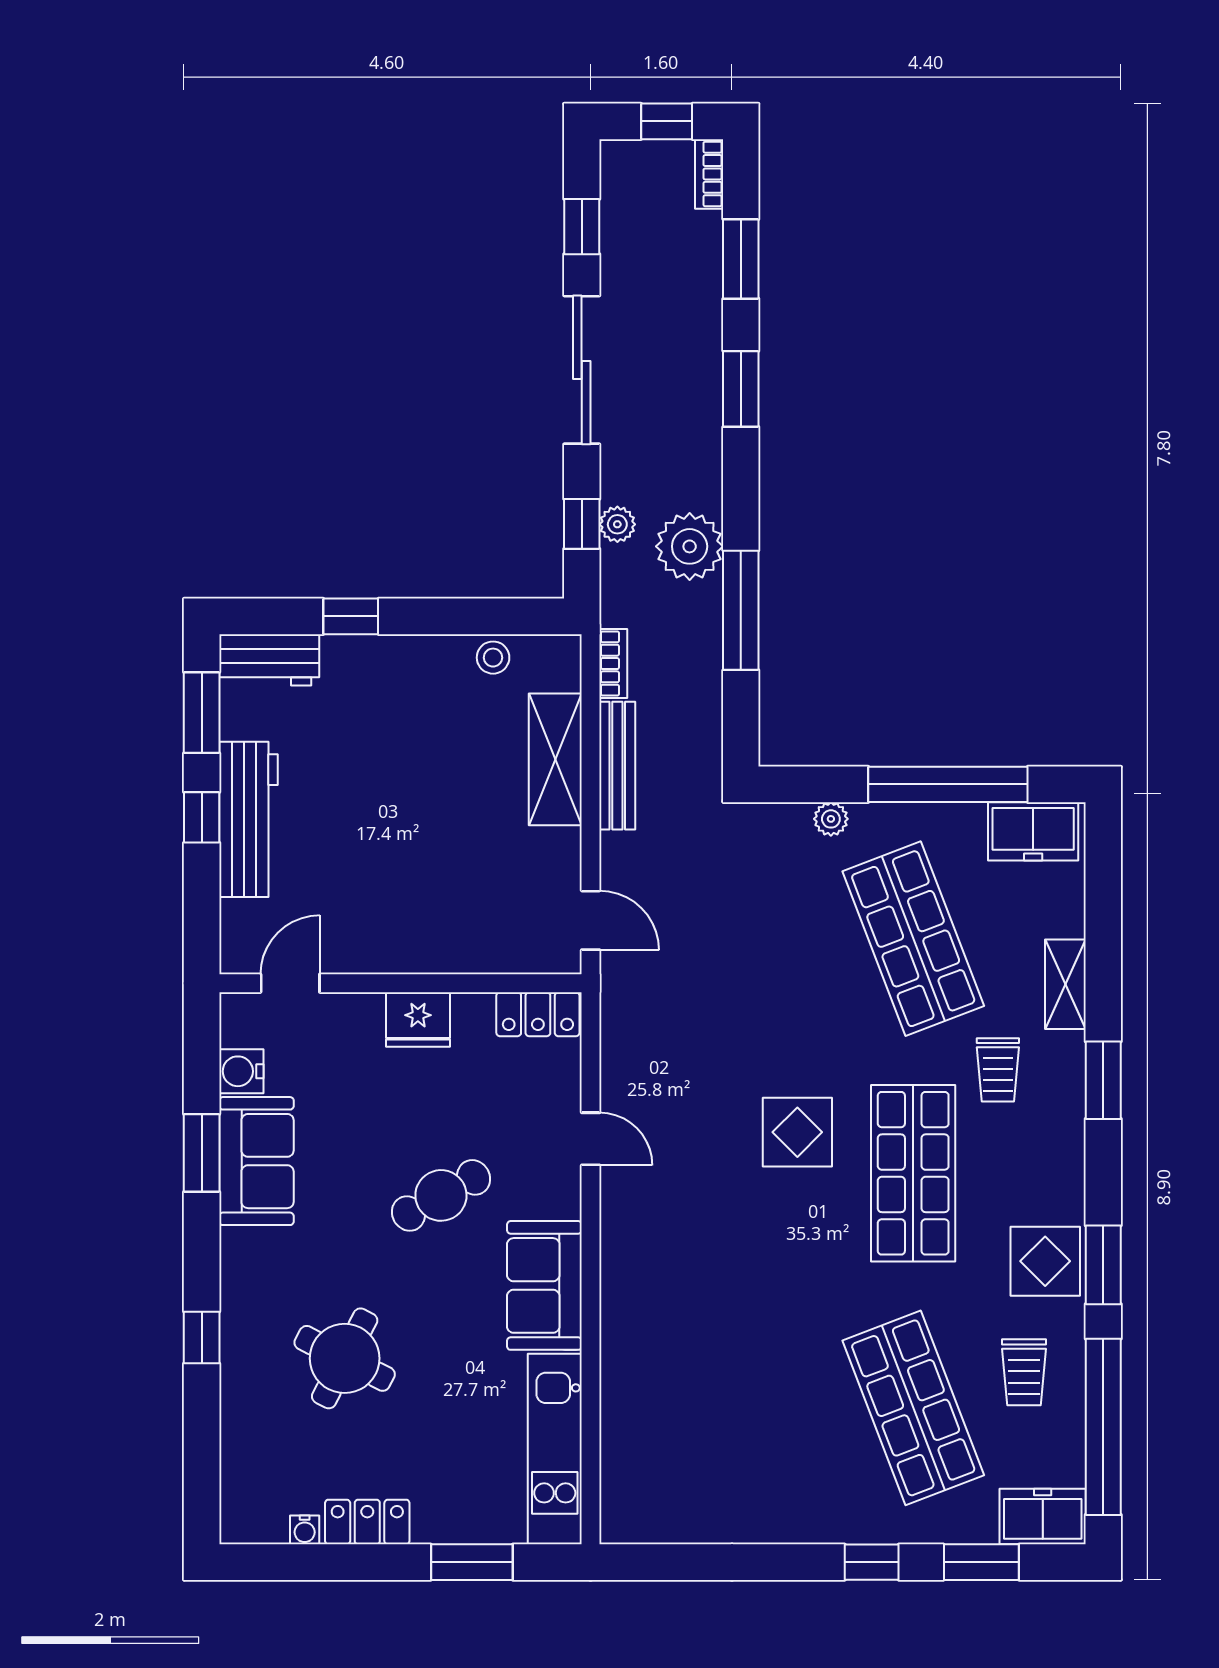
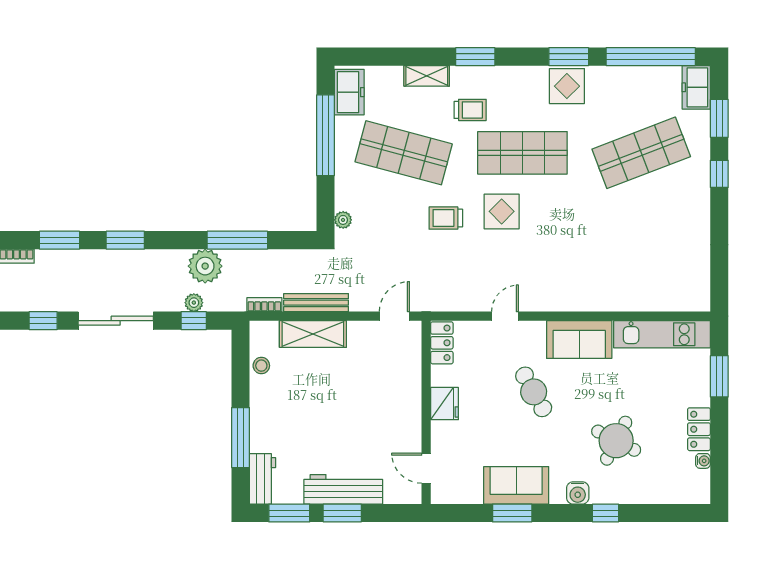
window: (351, 616) -> (240, 438), width x2.17
window: (202, 817) -> (342, 513), width x1.50
plant: (831, 819) -> (343, 220), moved
shop shelf: (913, 939) -> (404, 153), turned 36
water cooler: (241, 1071) -> (578, 493), moved
trolley: (1024, 1372) -> (446, 218), moved, turned 180

